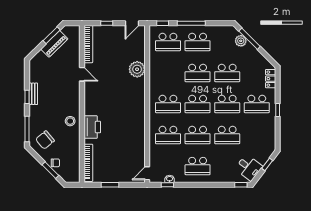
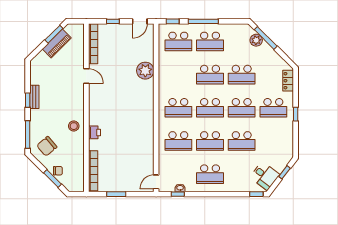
printer: (92, 127) -> (94, 132), width x0.53, depth x0.68

